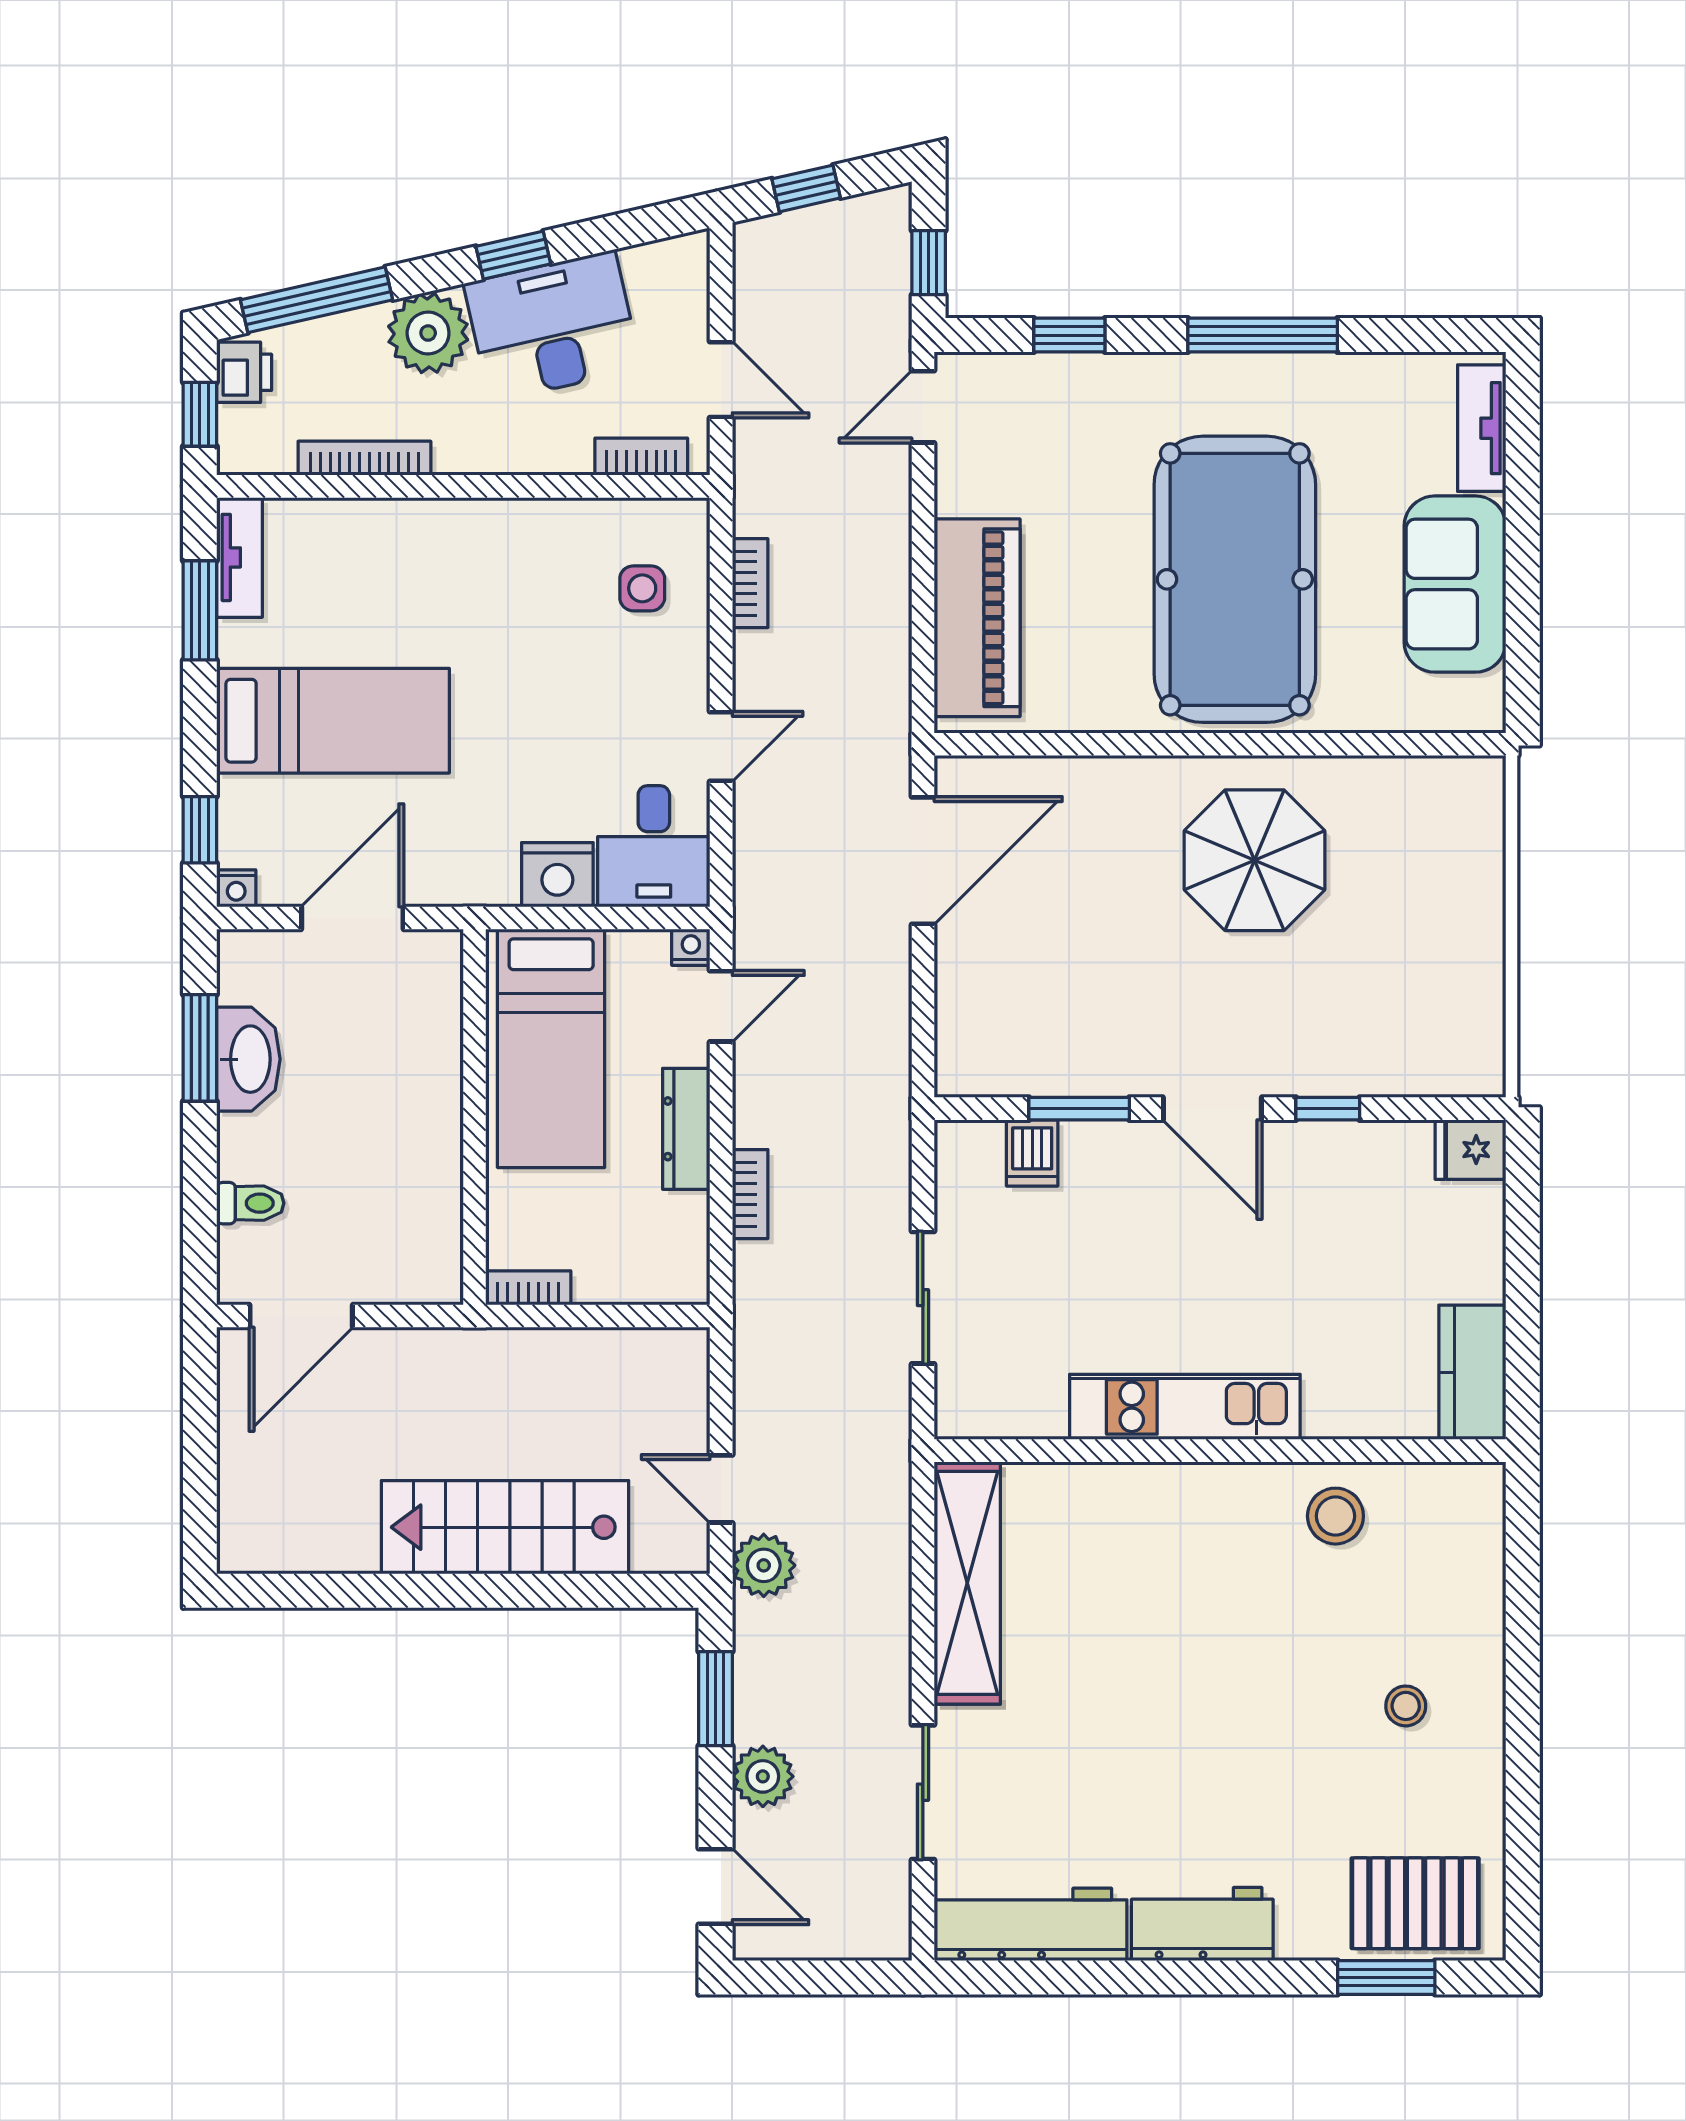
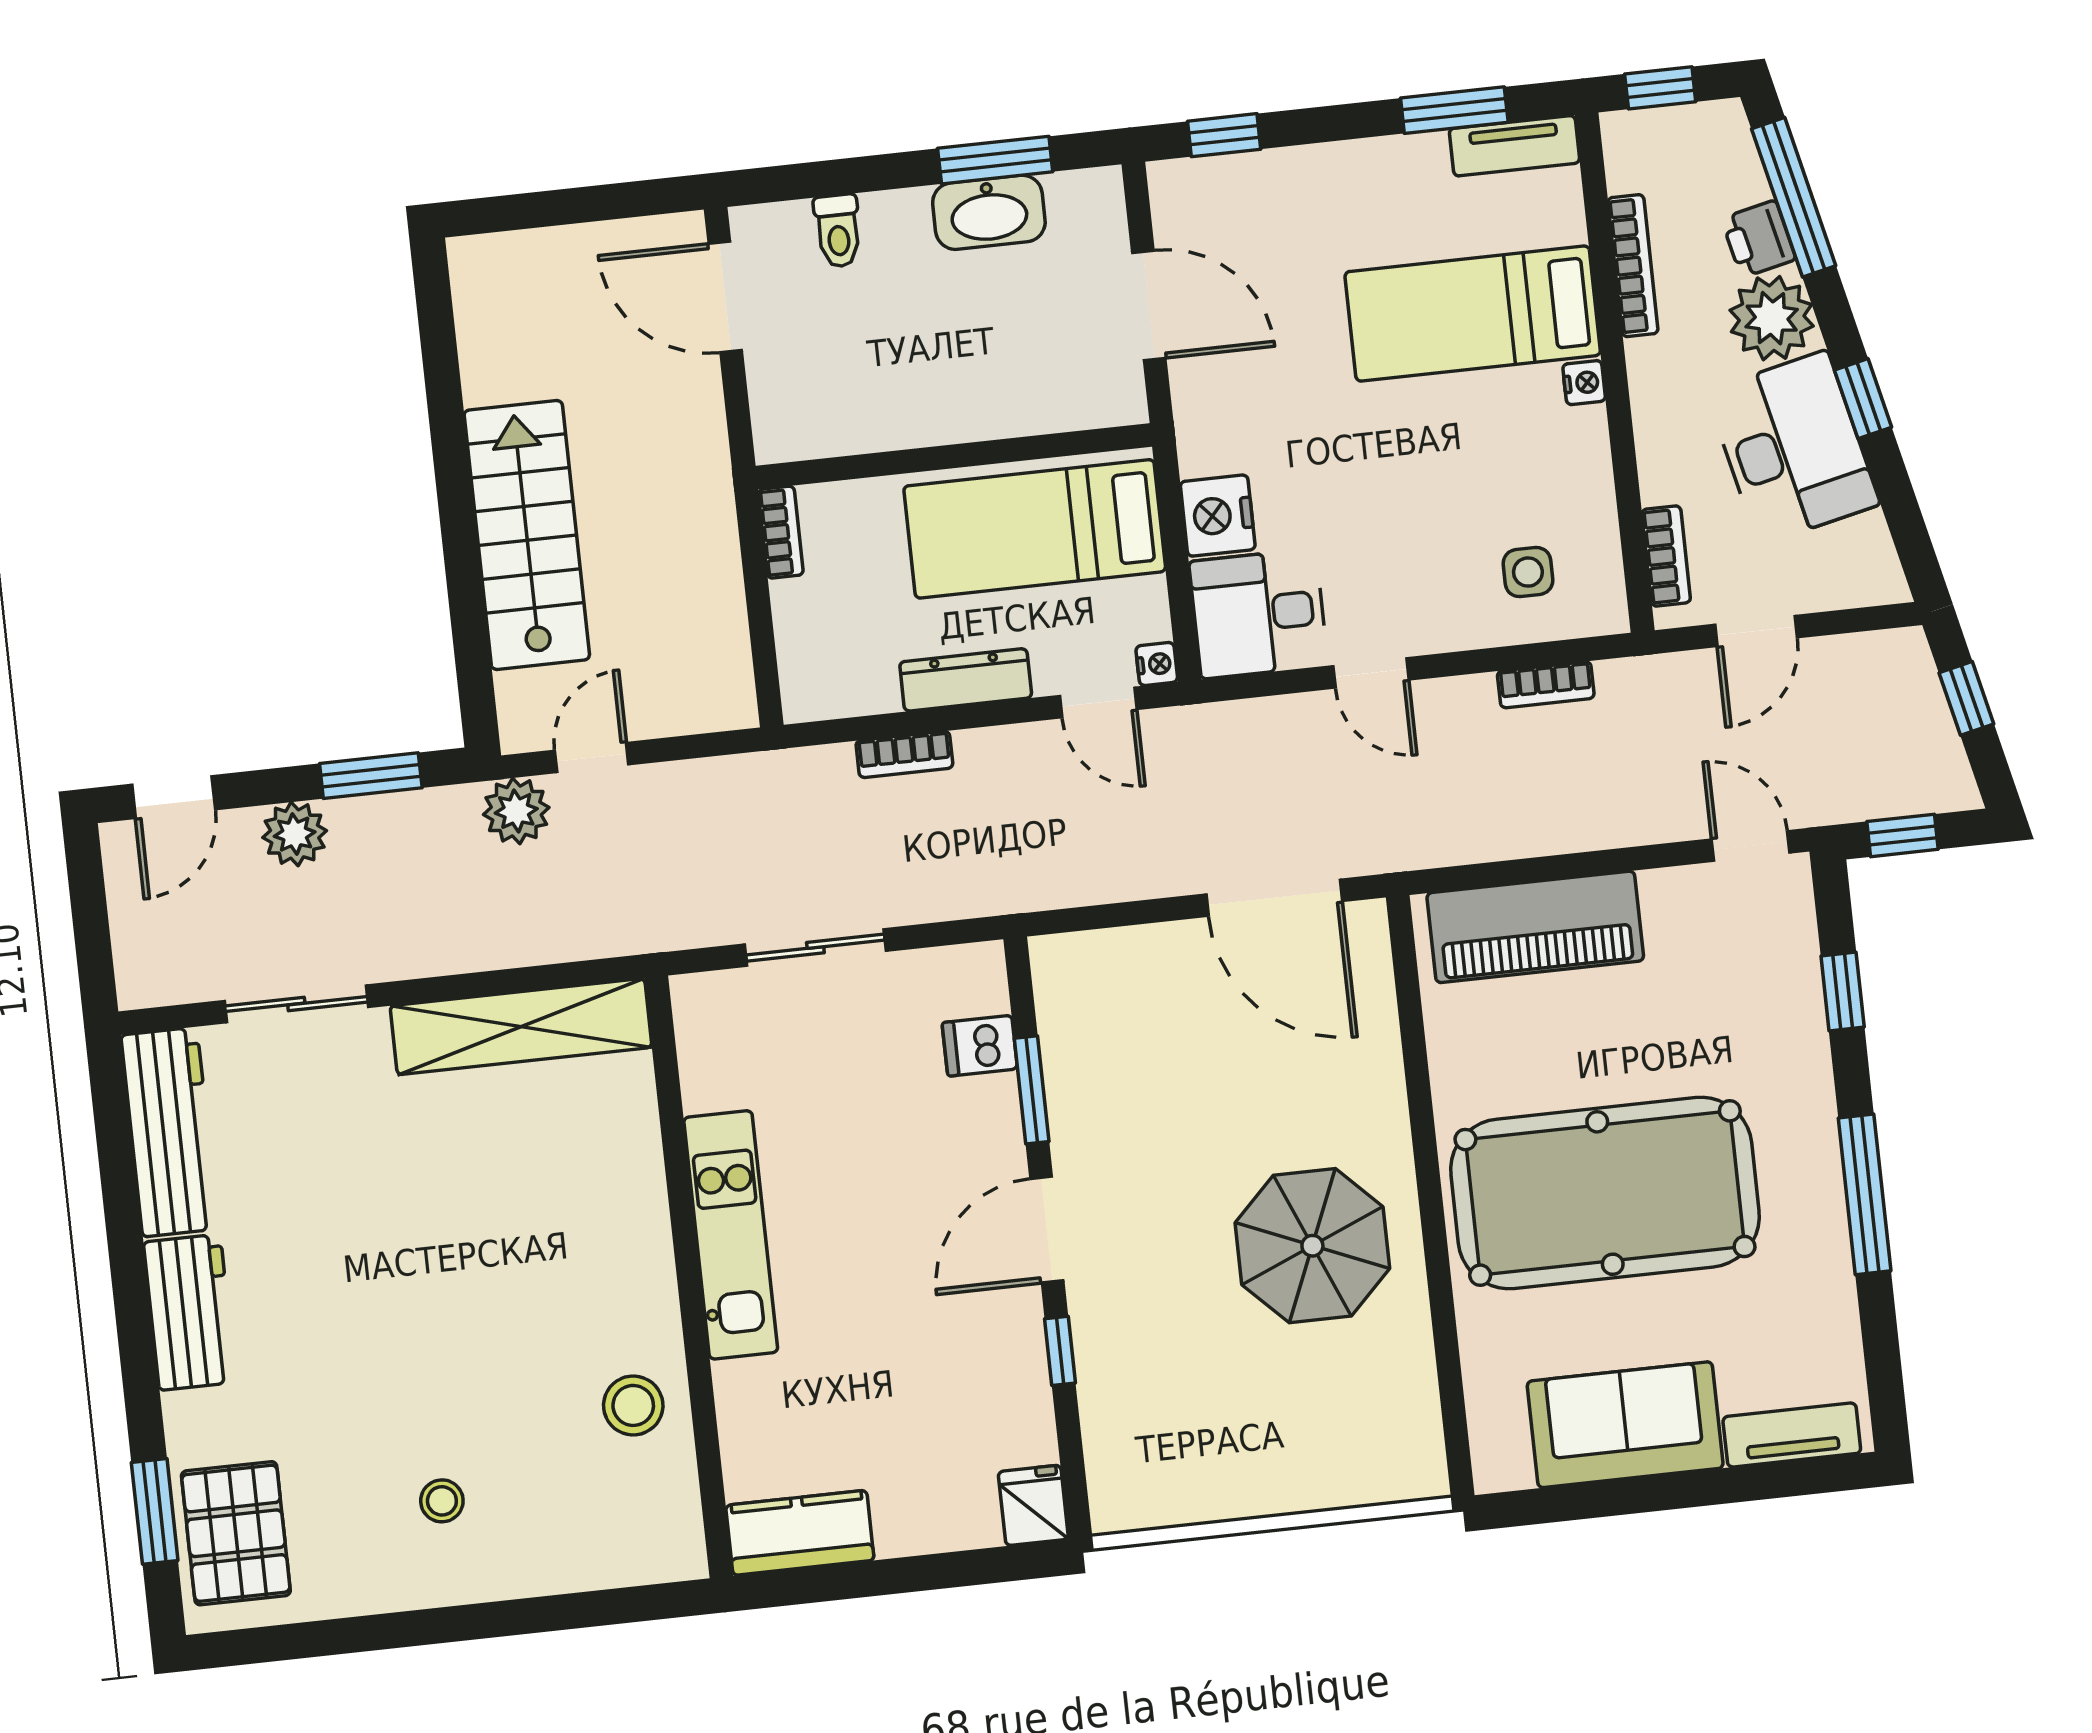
printer: (244, 372) -> (1759, 239), moved, turned 77
bed: (333, 721) -> (1473, 314), moved, turned 90
nightstand: (236, 888) -> (1584, 383), moved, turned 180

